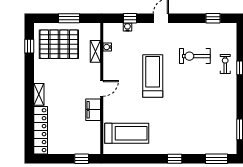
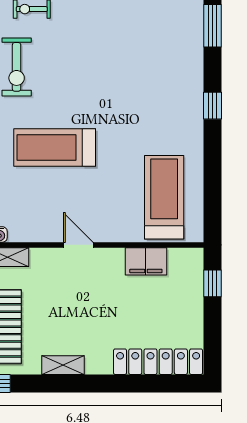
shelving: (39, 94) -> (63, 365), moved
filing cabinet: (93, 110) -> (146, 261), moved

